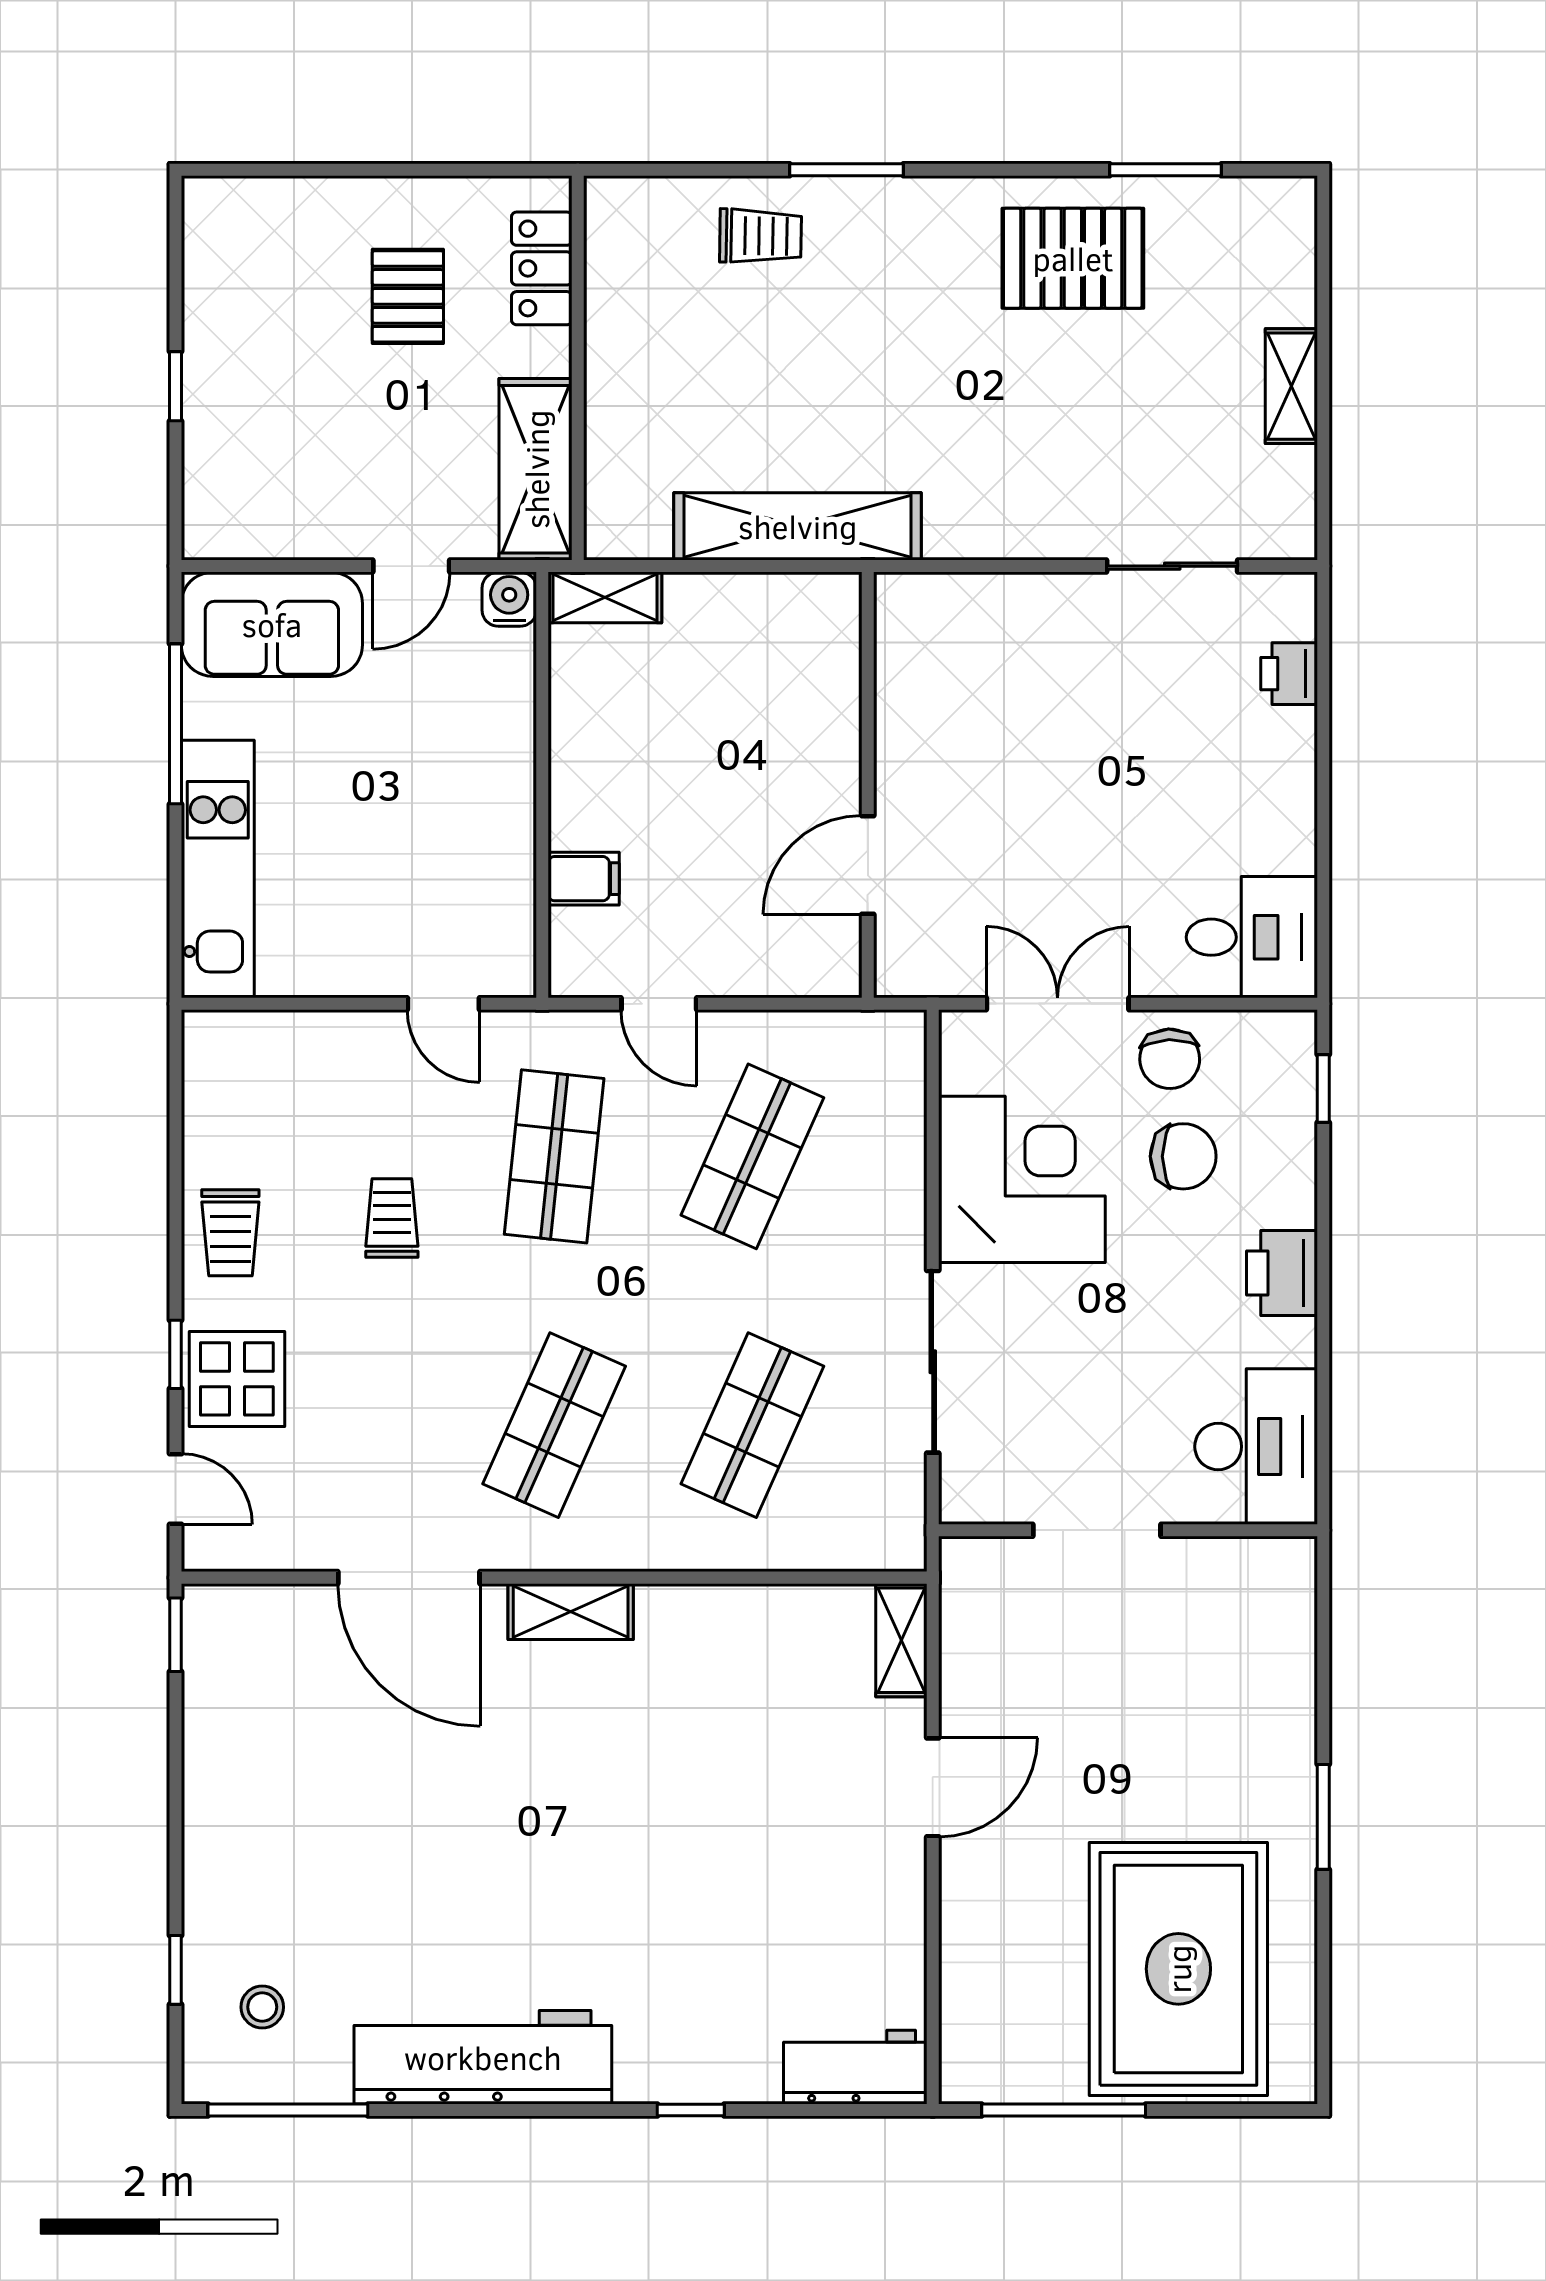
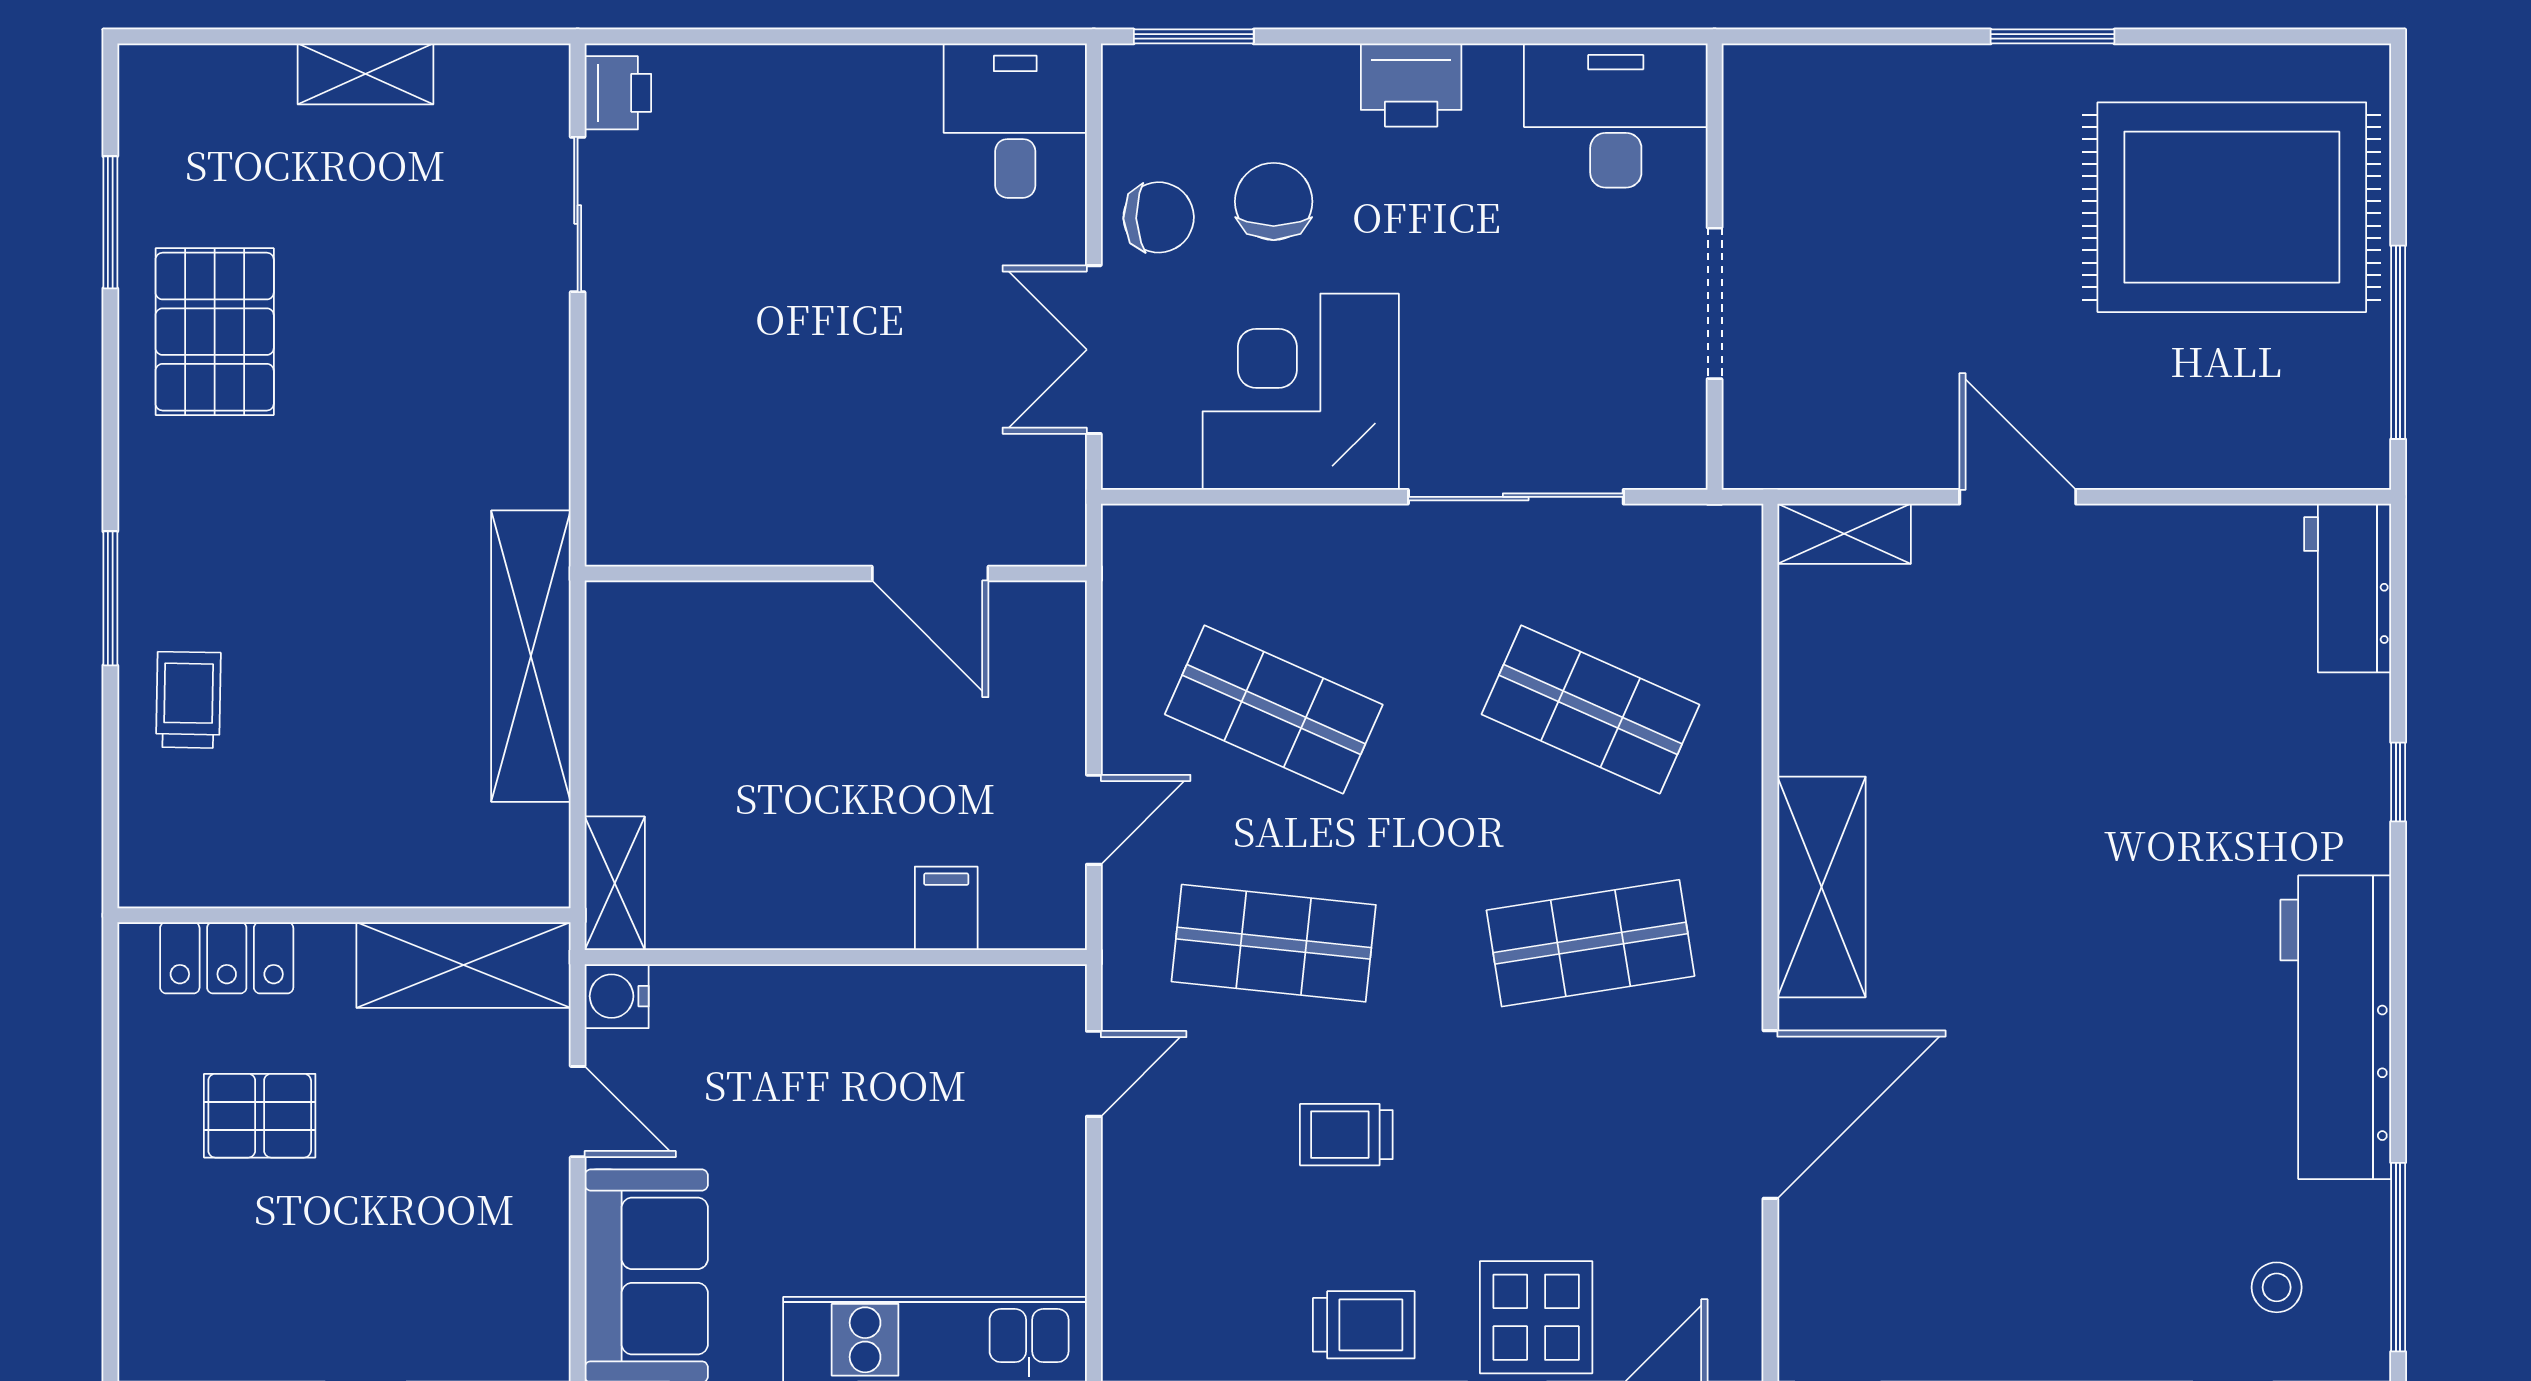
printer: (1289, 674) -> (618, 93), moved, turned -90
window: (1323, 1089) -> (1194, 36), width x1.50
shop shelf: (554, 1425) -> (1590, 943), turned -33
shelving: (571, 1612) -> (1821, 887), width x1.50, depth x1.33

